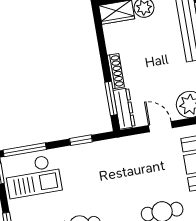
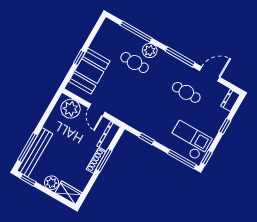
window: (111, 98) -> (104, 160), moved

